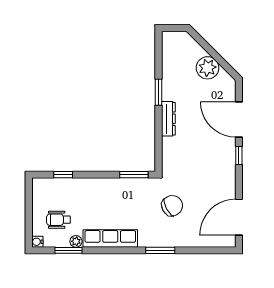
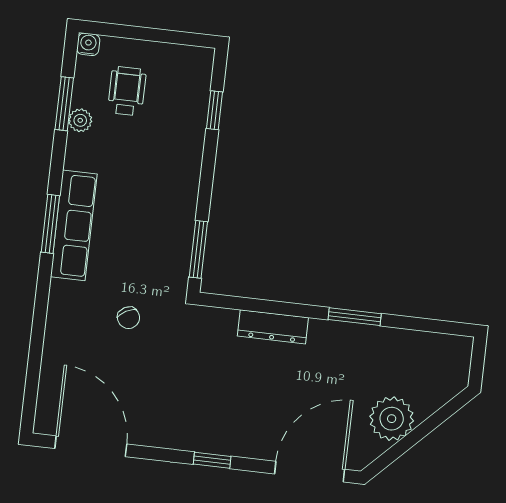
dresser: (168, 119) -> (273, 327), moved
door: (239, 120) -> (310, 472), moved
chair: (172, 206) -> (129, 318), width x0.54, depth x0.54
row of seats: (110, 239) -> (74, 225), moved
window: (160, 250) -> (50, 224), moved

